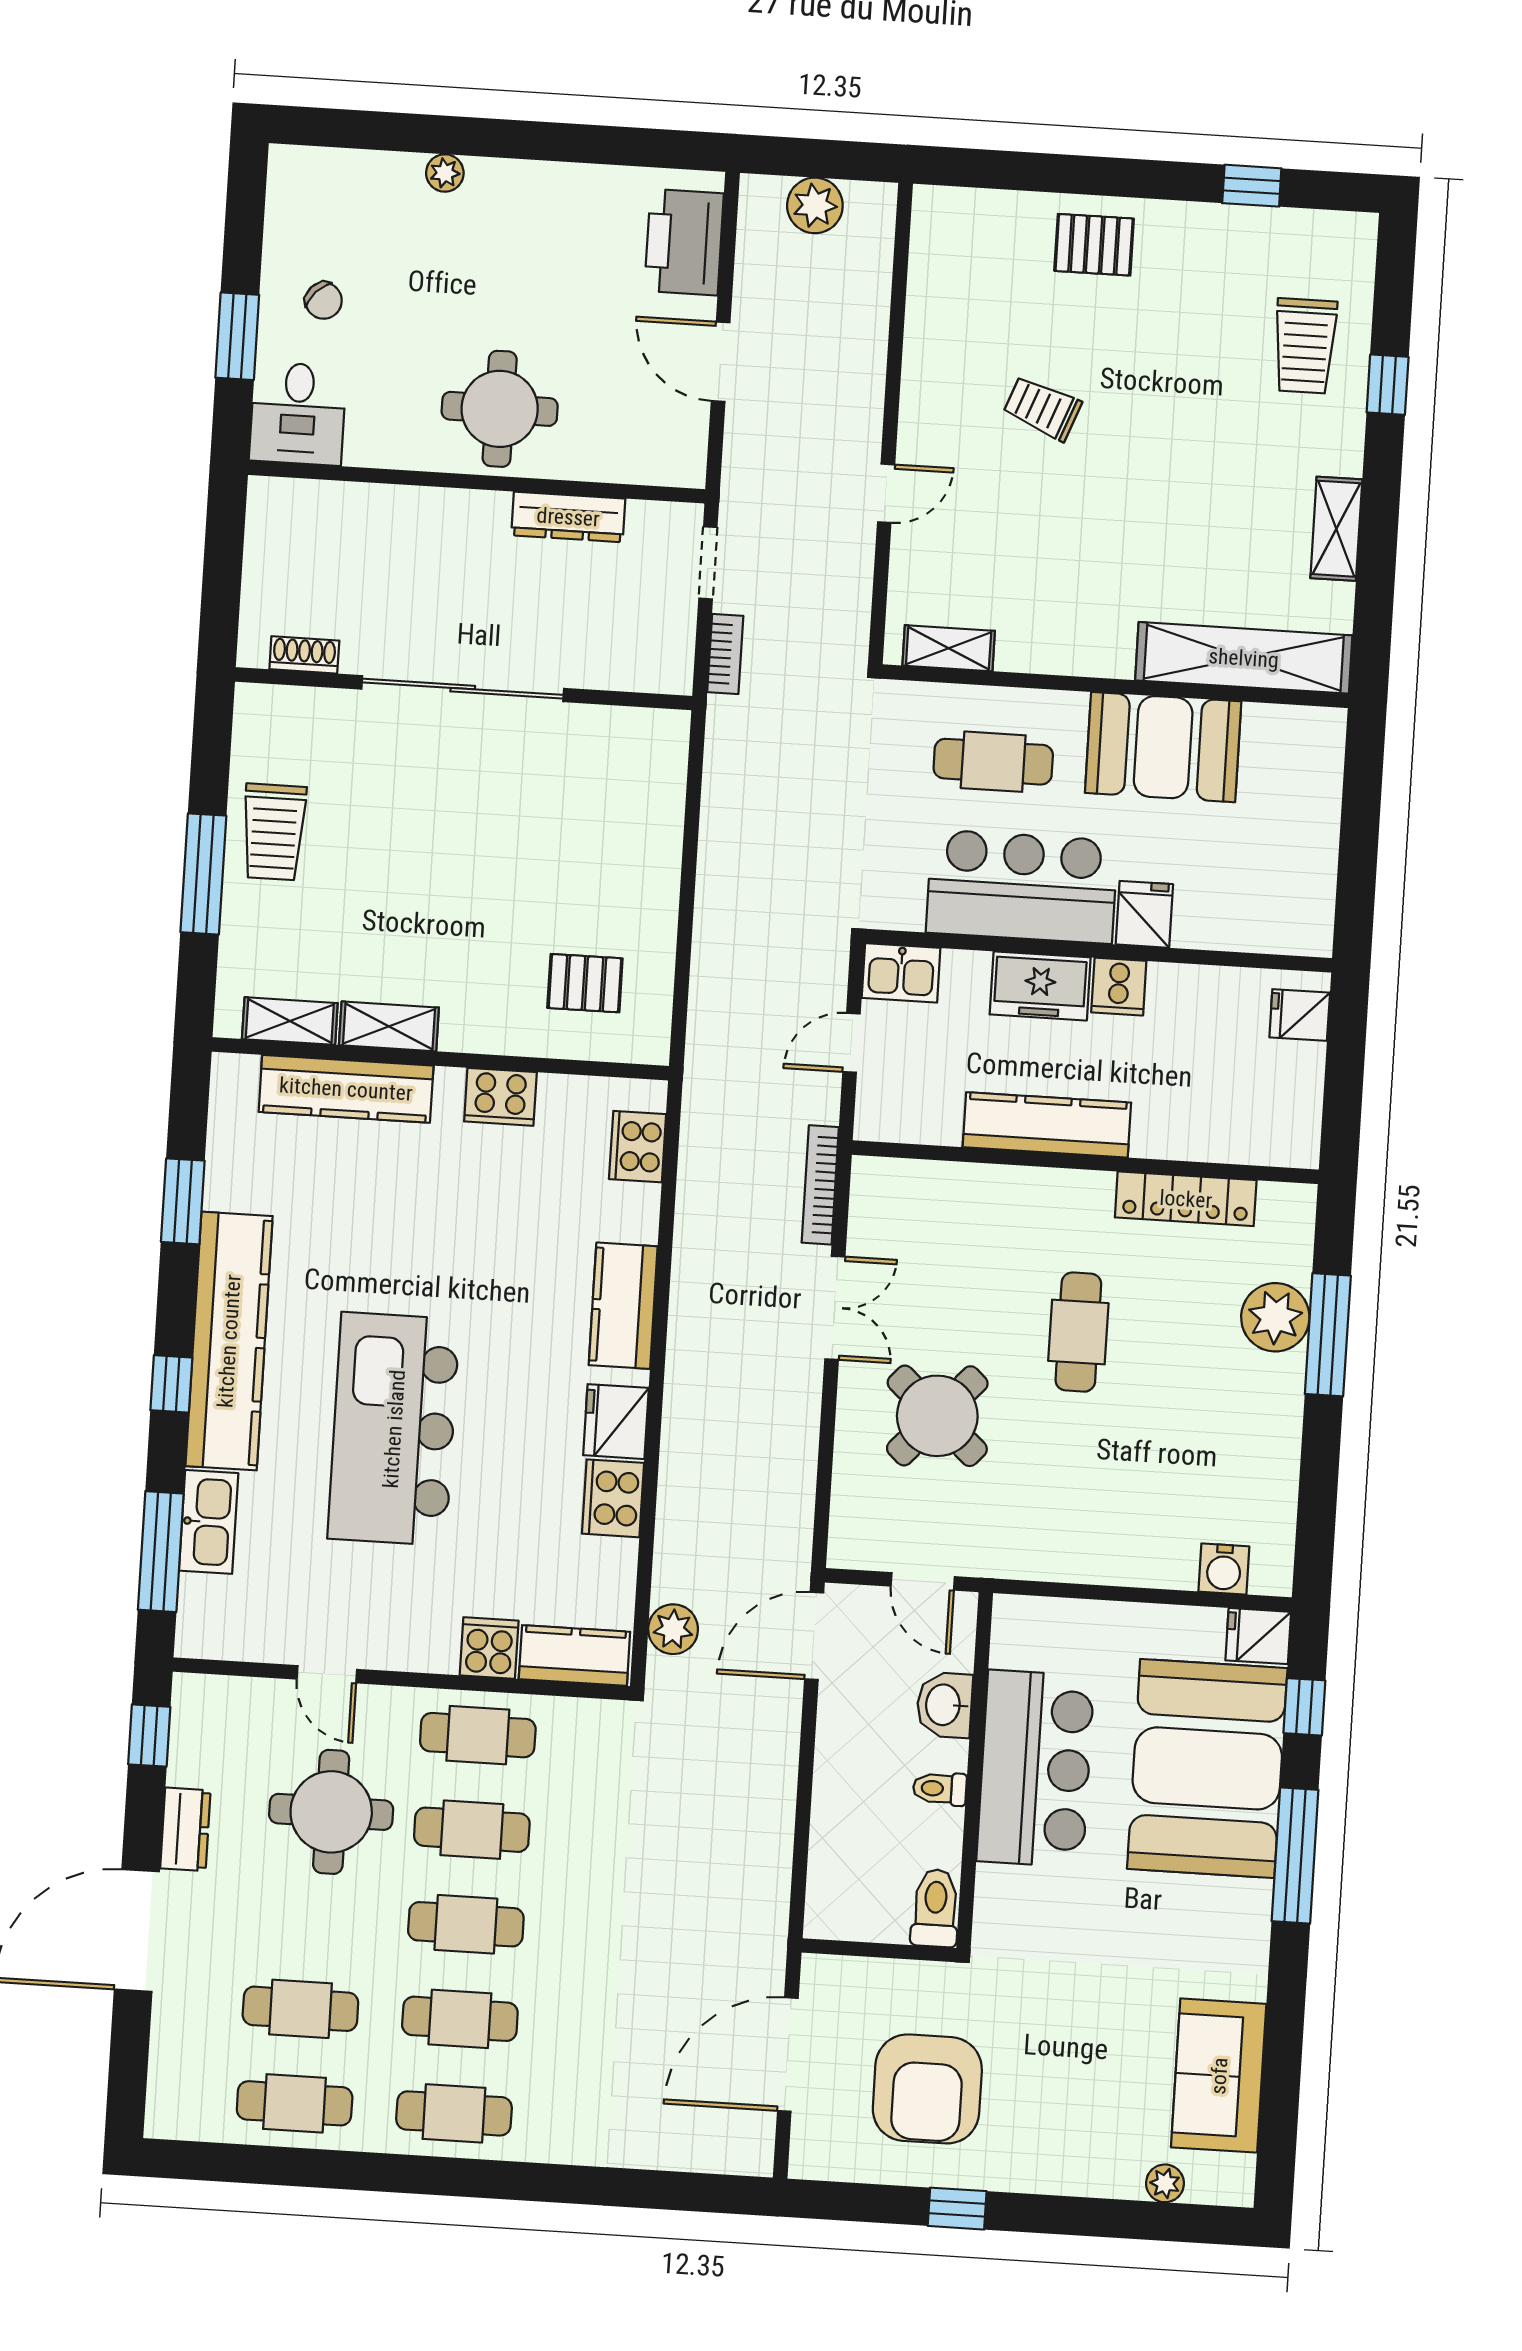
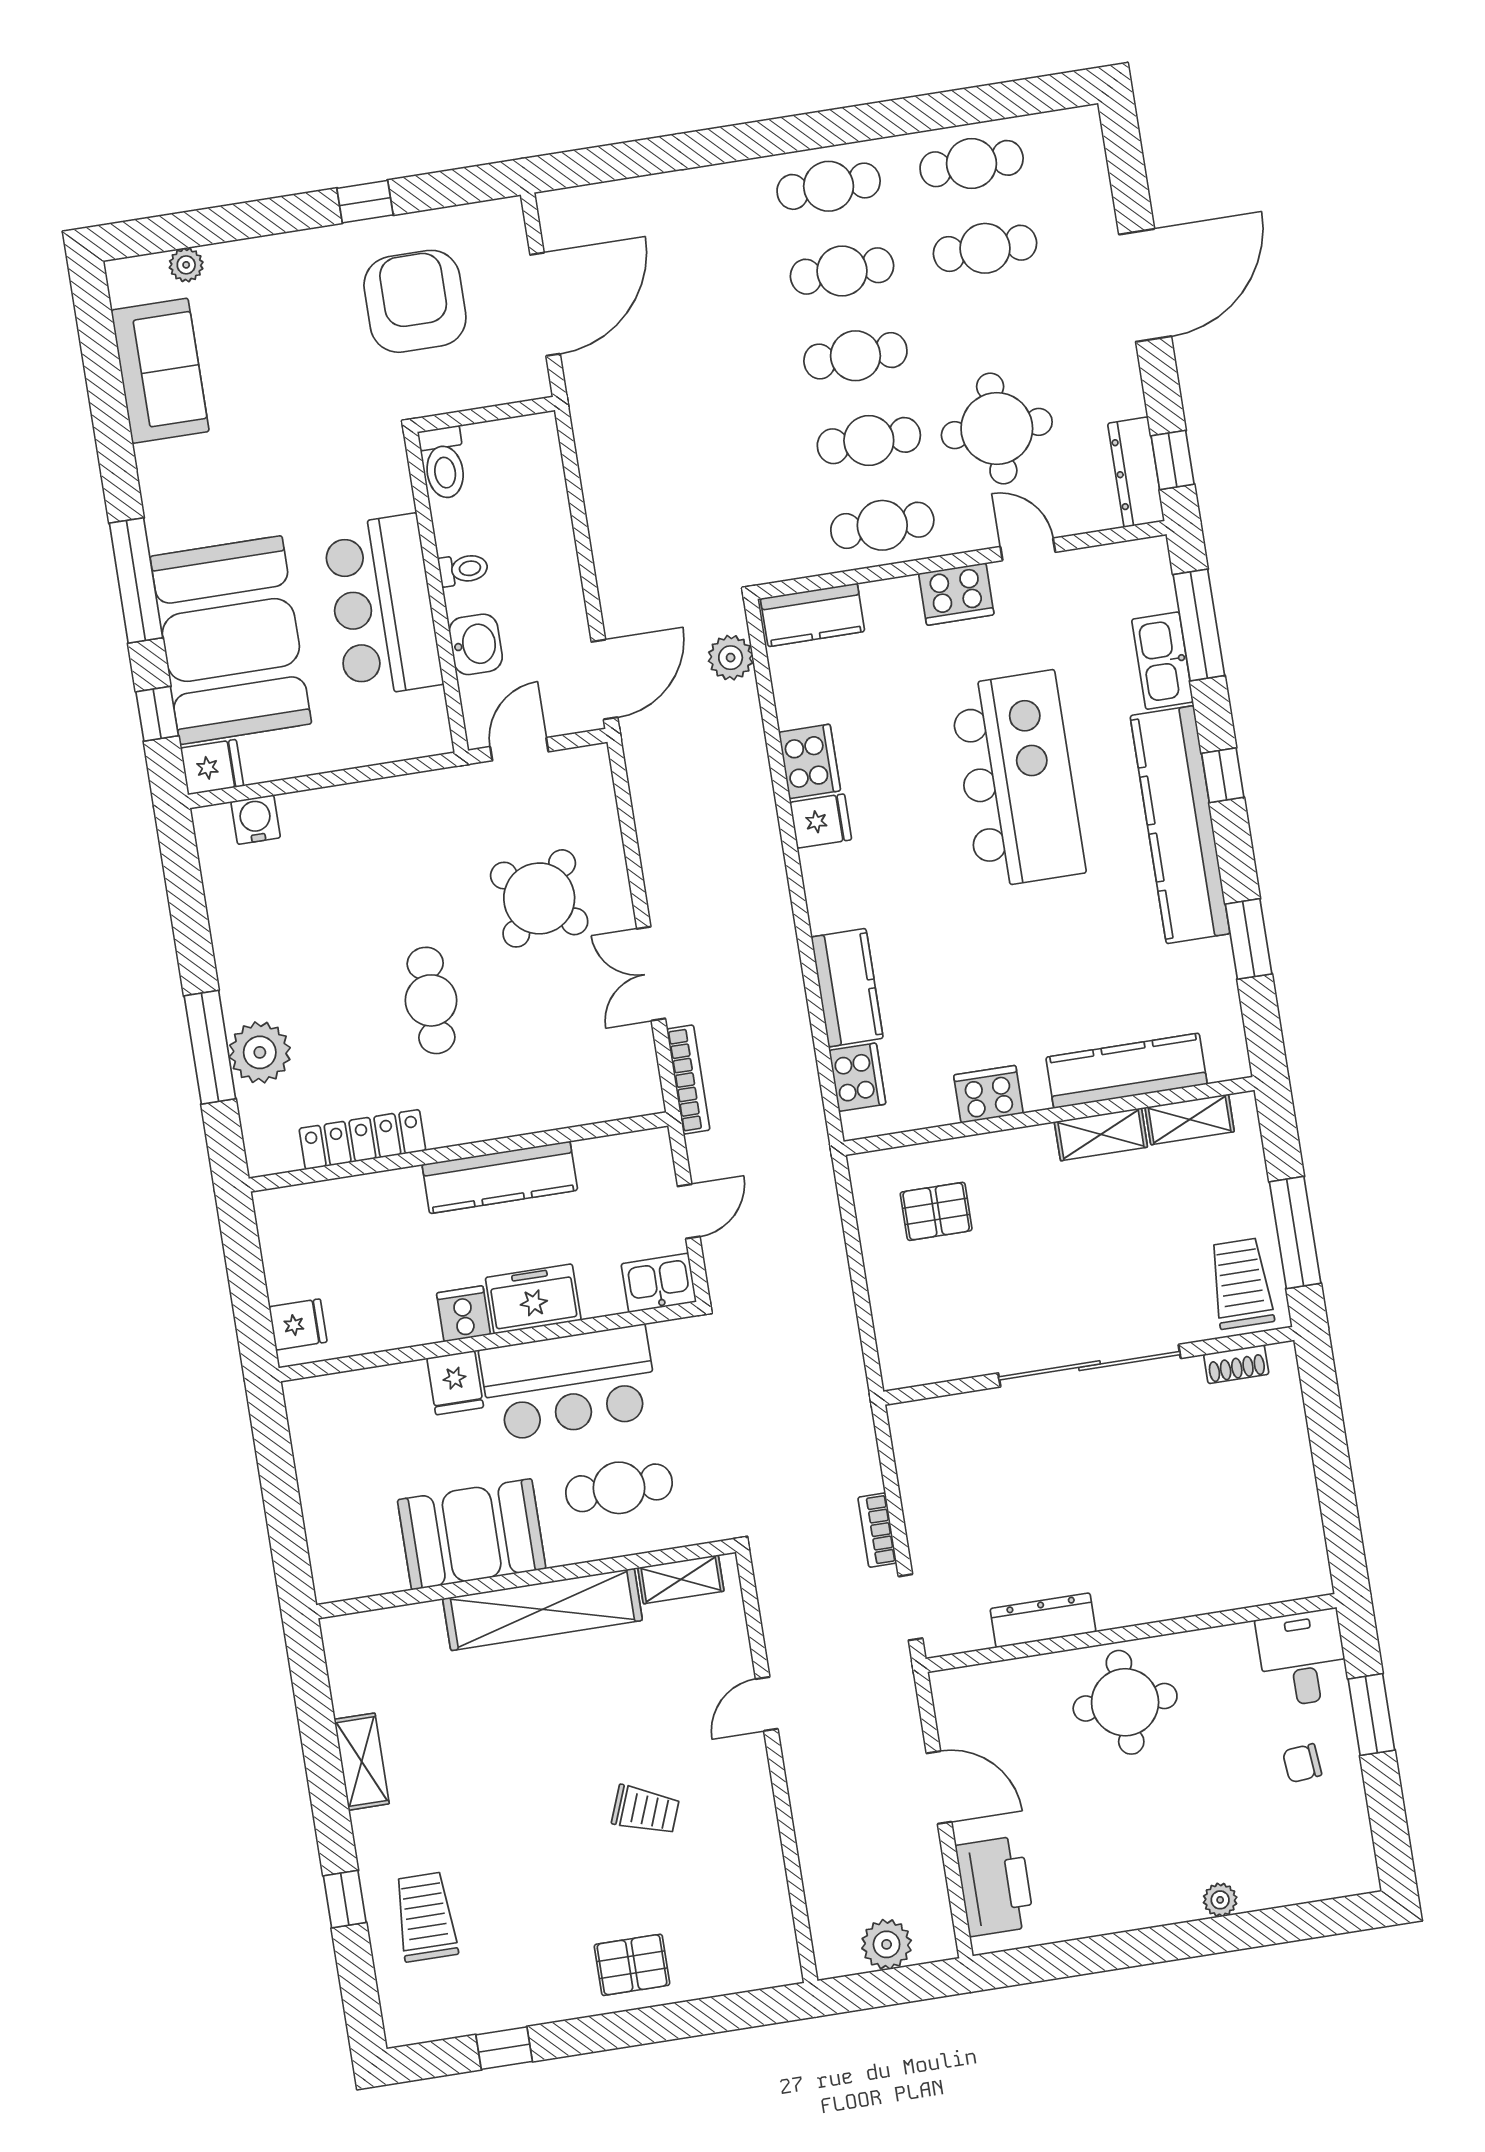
chair: (324, 301) -> (1302, 1763), turned -49
shoe rack: (304, 655) -> (1236, 1364), moved
shelving: (1244, 658) -> (542, 1609), moved
sliding door: (463, 689) -> (1089, 1366), moved
wall: (464, 689) -> (1089, 1366), moved
kitchen counter: (623, 1306) -> (847, 988), moved
fridge: (616, 1422) -> (821, 821), width x0.72
door: (923, 1581) -> (519, 749), hinge flipped
cooker: (489, 1648) -> (956, 594), moved, width x1.36
dresser: (185, 1829) -> (1136, 472), moved, width x1.44

